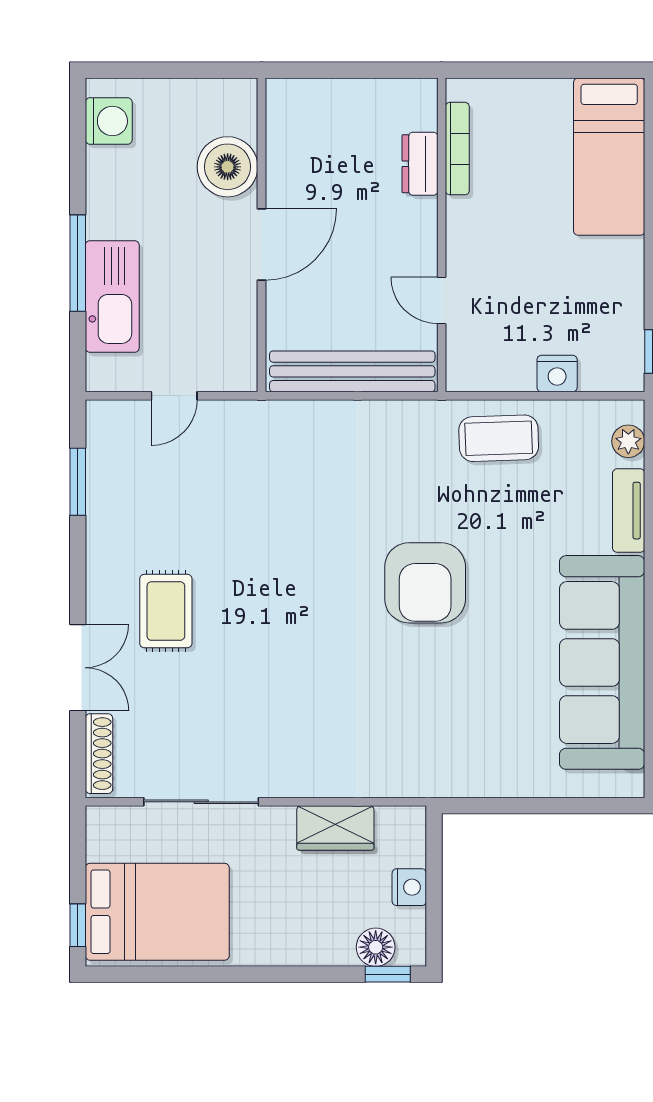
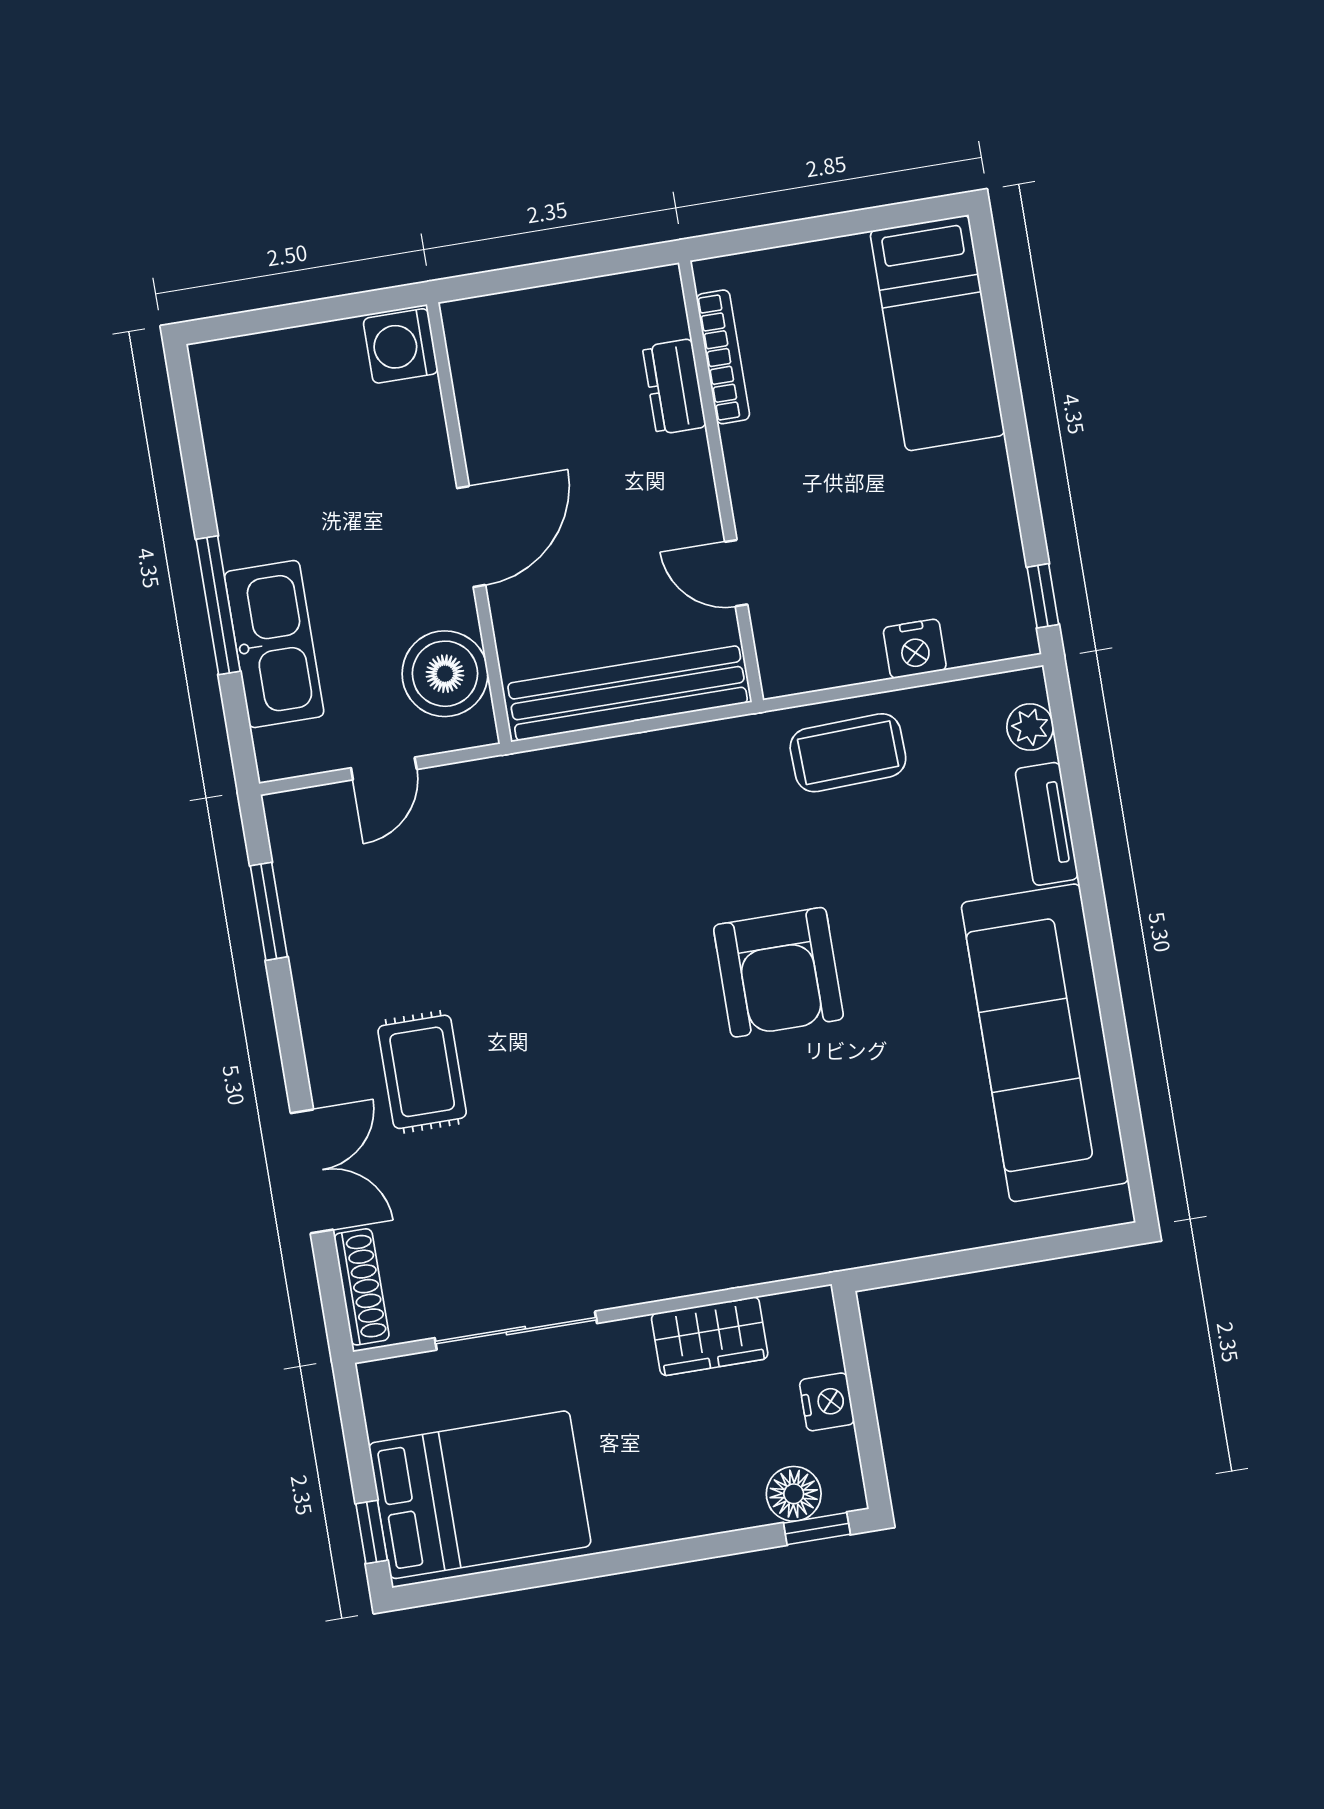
washing machine: (109, 121) -> (401, 346), moved, turned 180
boiler: (228, 167) -> (445, 674), moved

